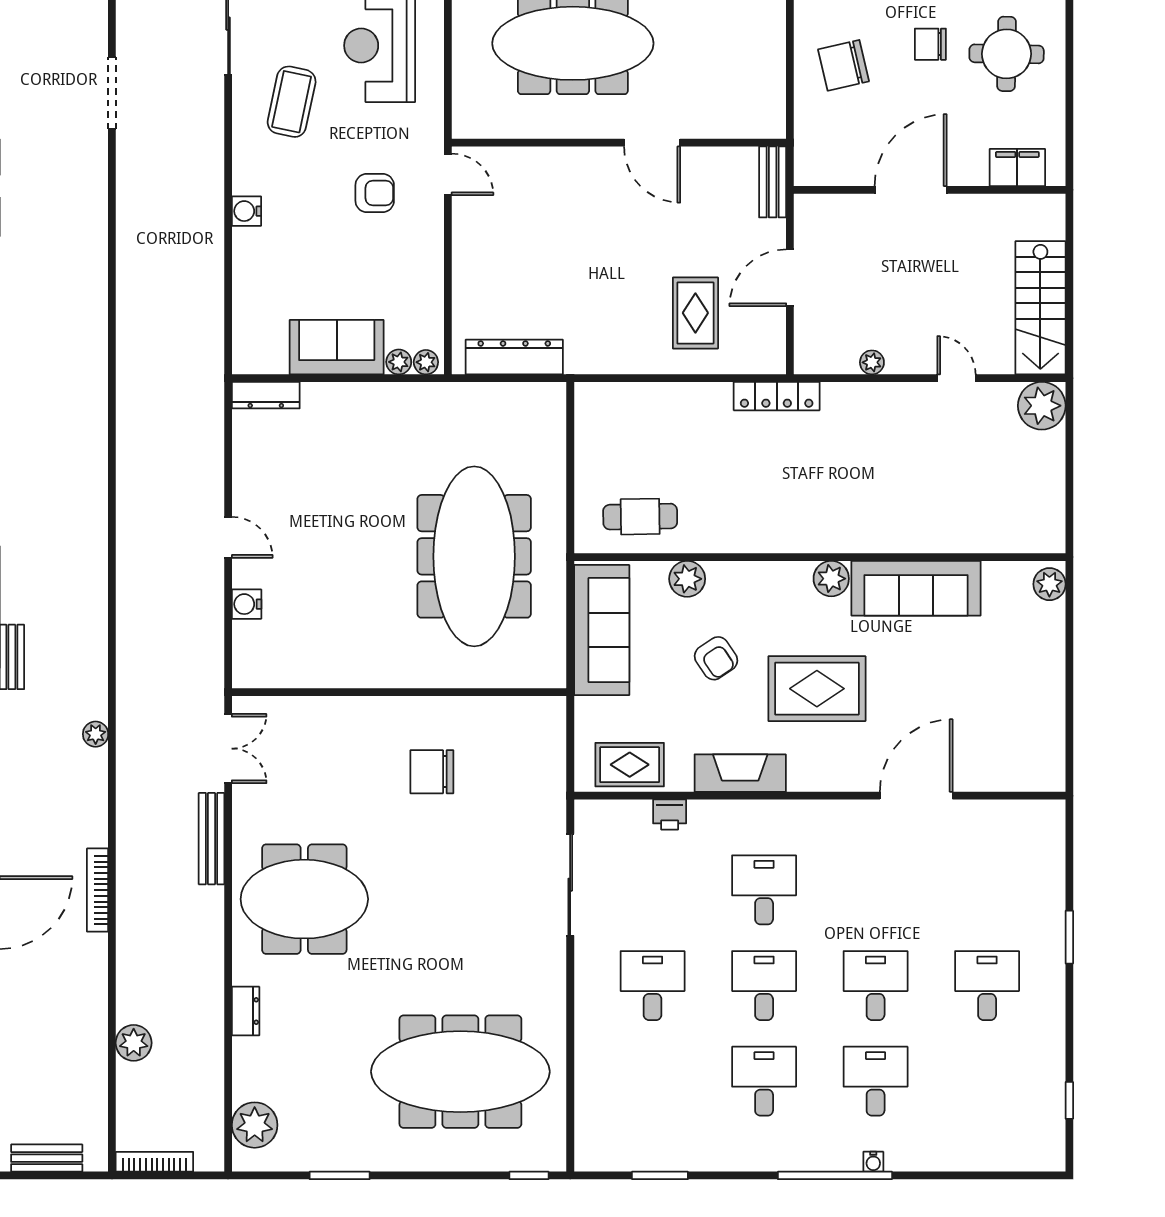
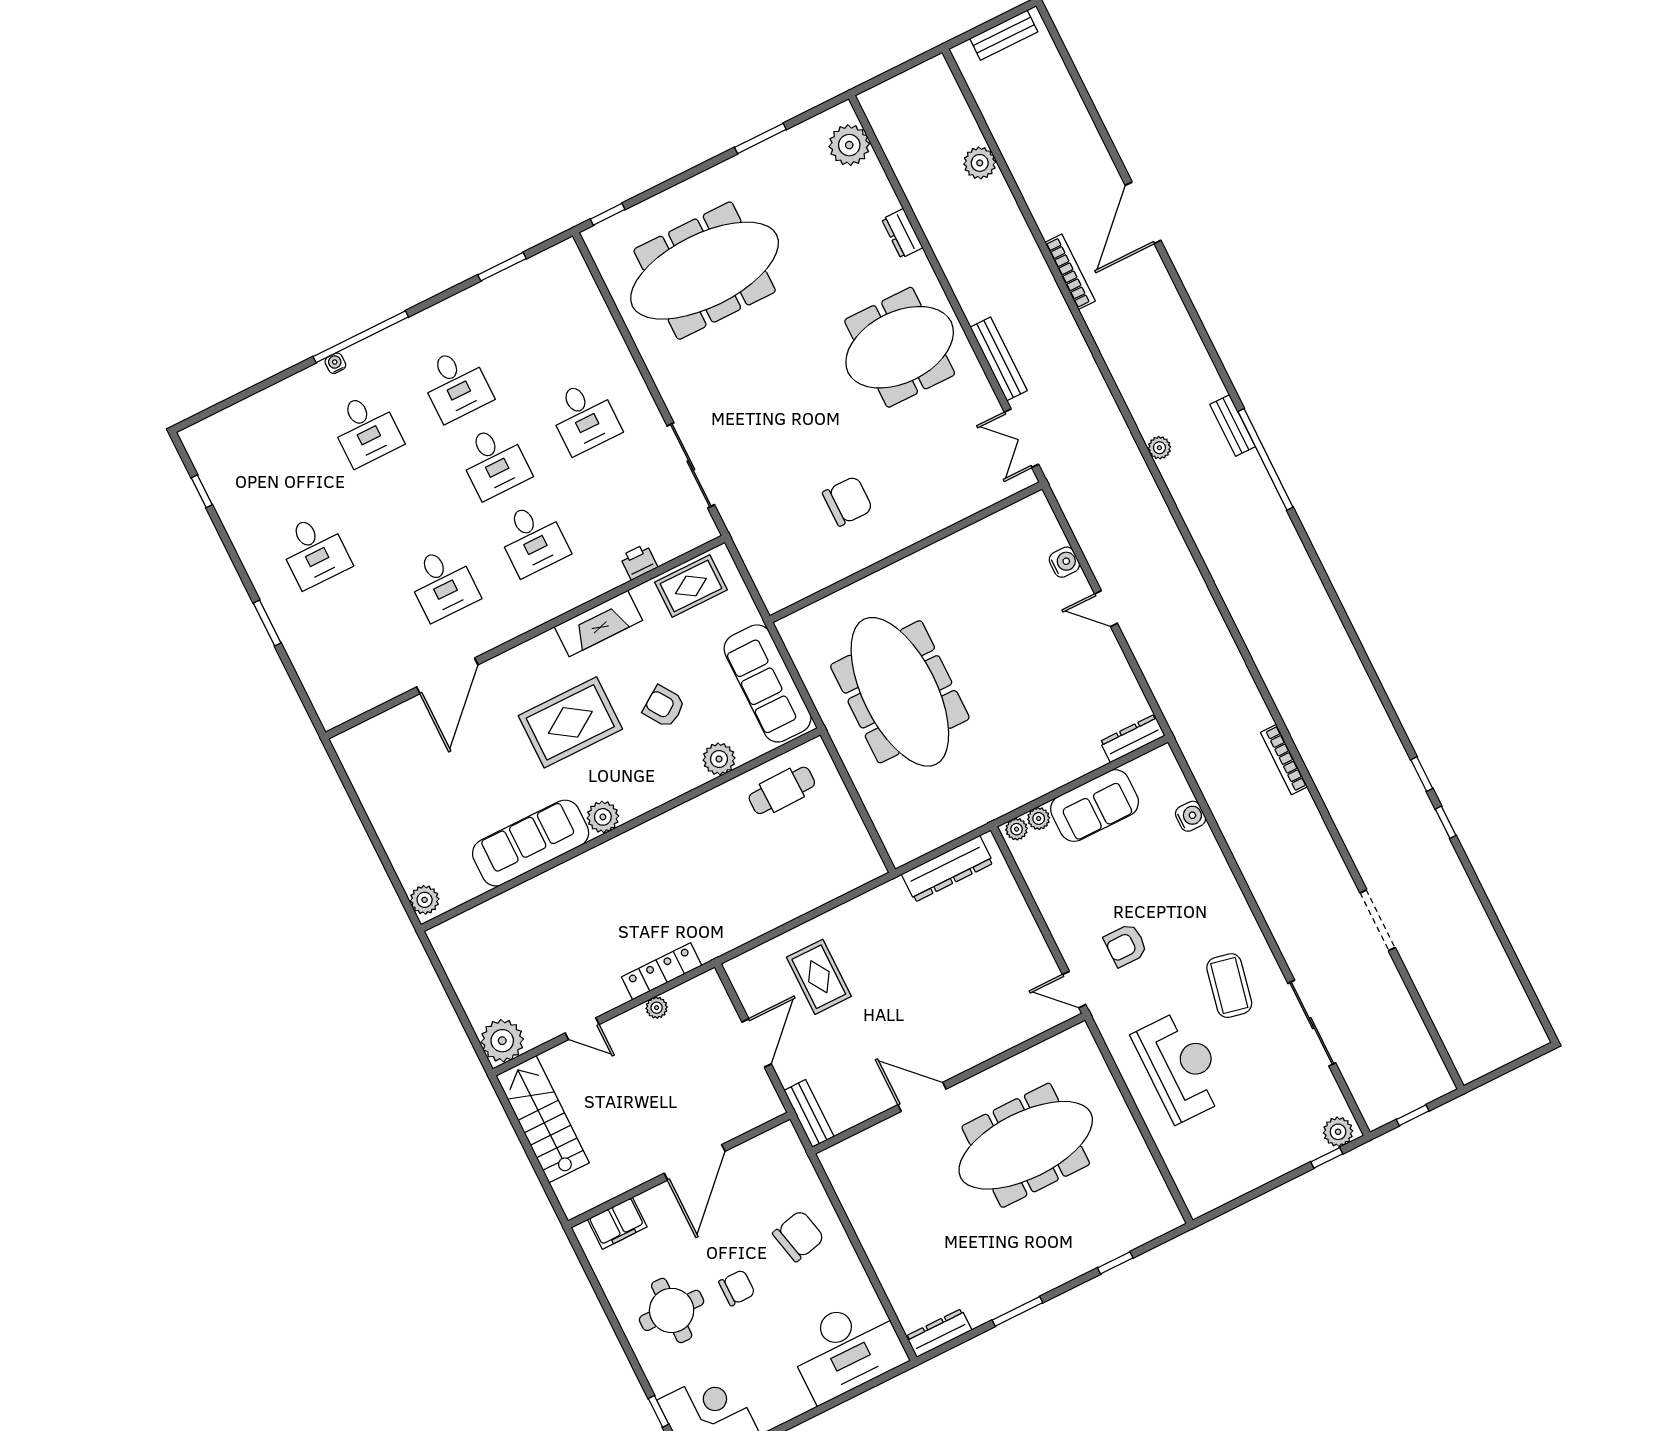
water cooler: (247, 211) -> (1191, 816), moved
locker: (777, 396) -> (662, 971), moved
plant: (96, 734) -> (1159, 448), moved
desk: (876, 986) -> (442, 584), moved
bookcase: (154, 1162) -> (1284, 760), moved, turned 90

